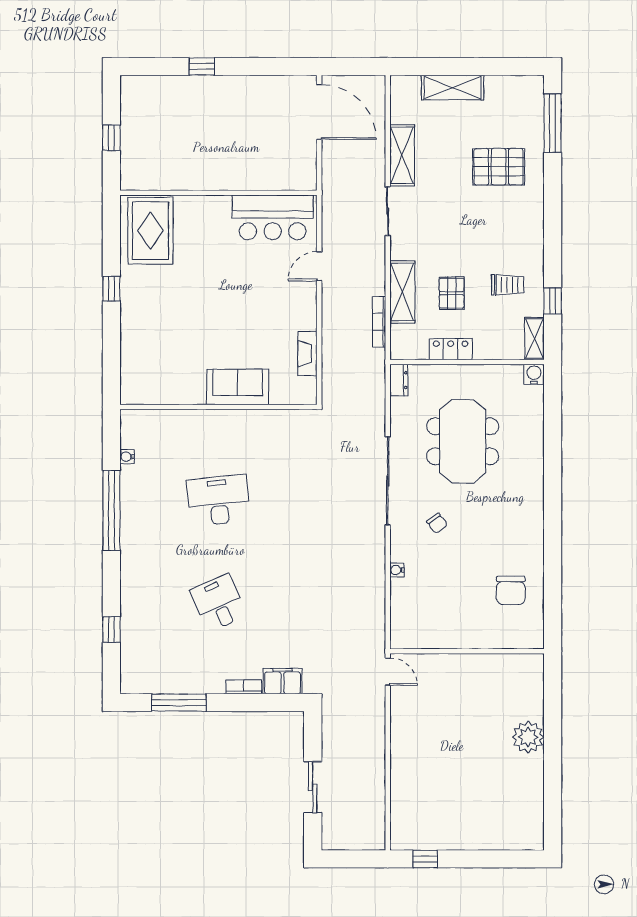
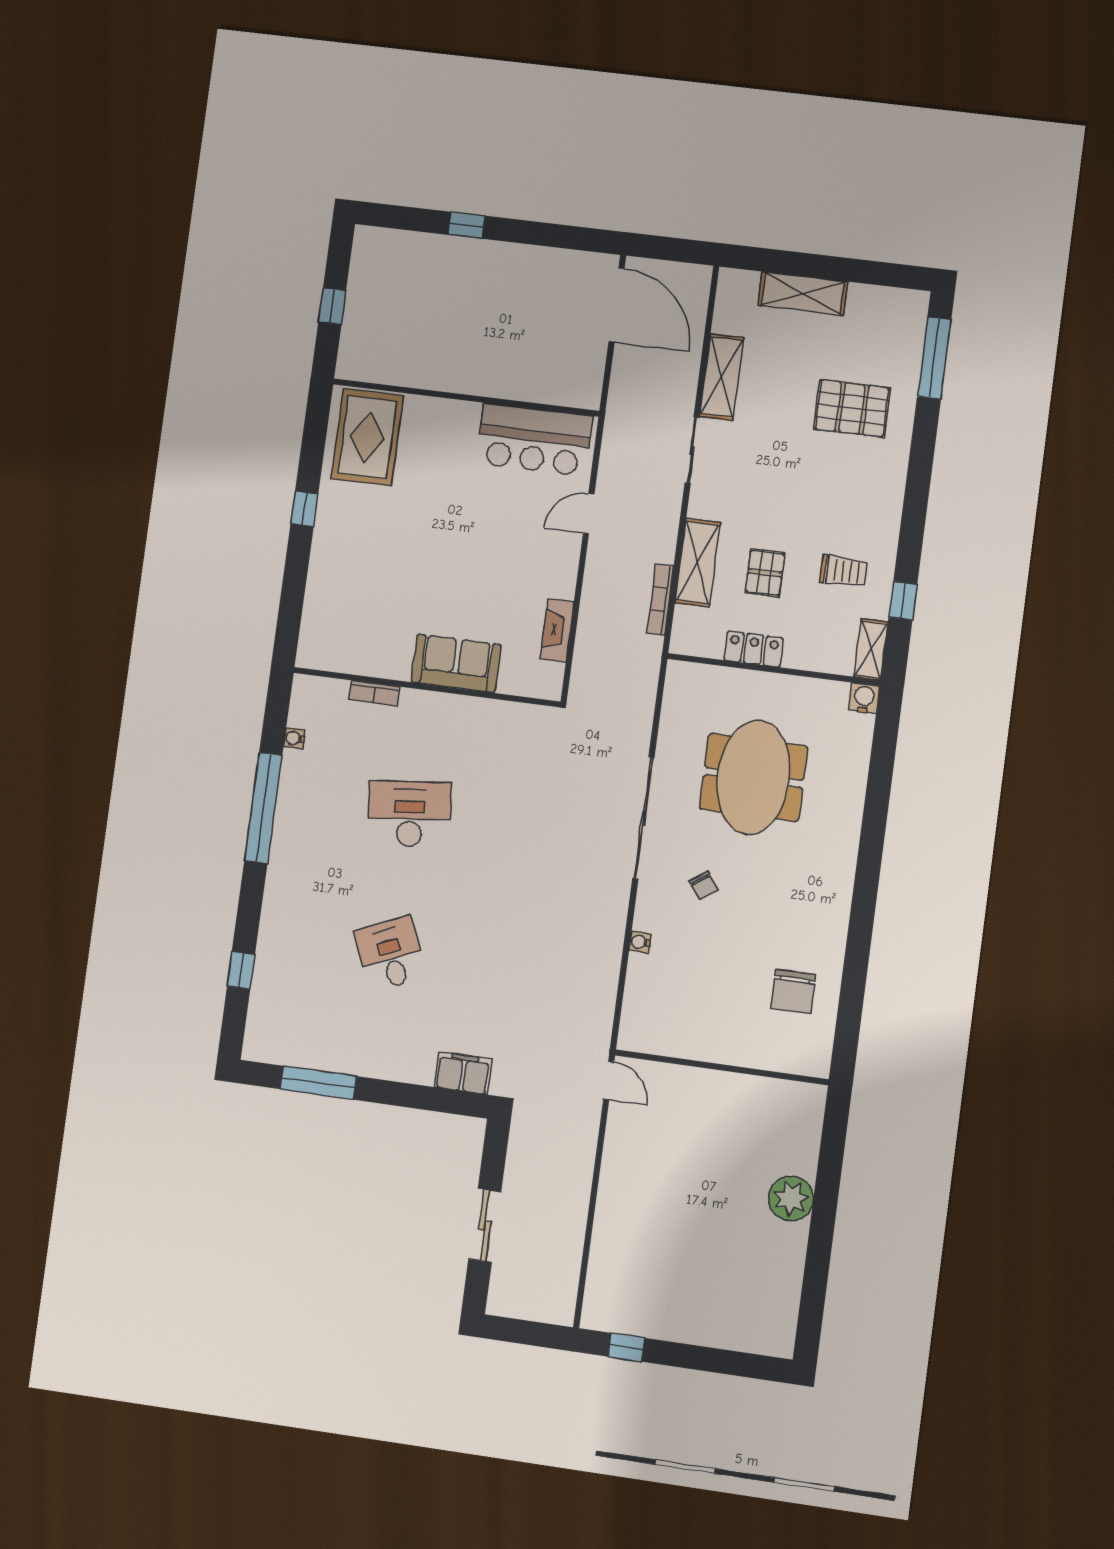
dresser: (399, 380) -> (677, 682), removed
bookcase: (244, 687) -> (374, 693), moved, turned 180

